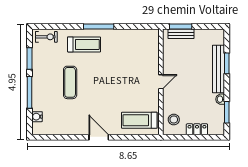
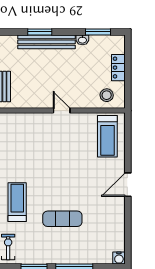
water cooler: (37, 117) -> (119, 258), moved

